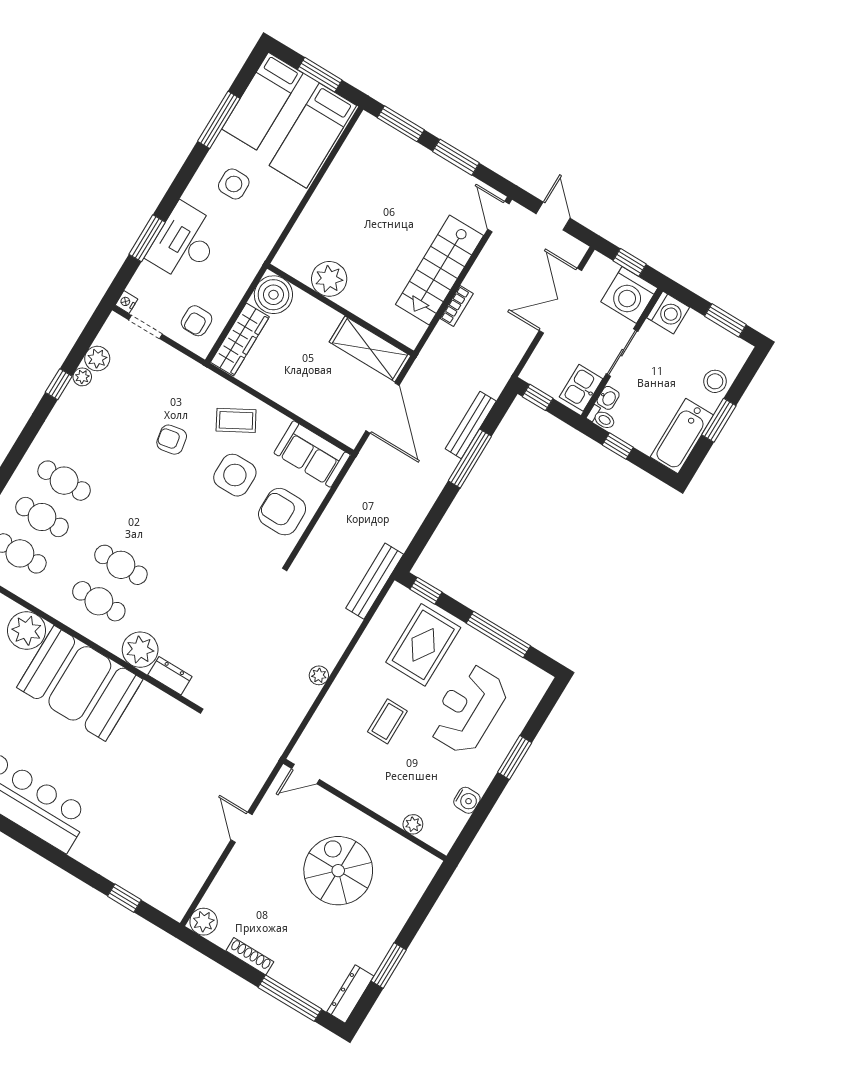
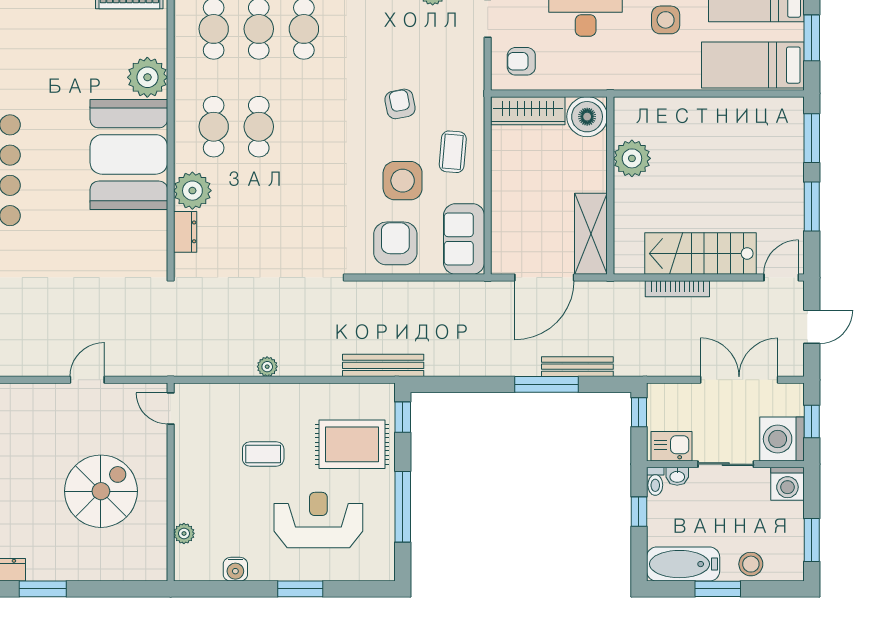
bookcase: (457, 306) -> (677, 289), width x1.56
coffee table: (236, 420) -> (453, 152), turned 34

